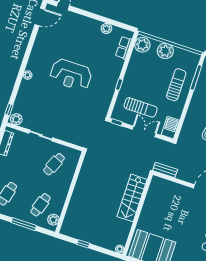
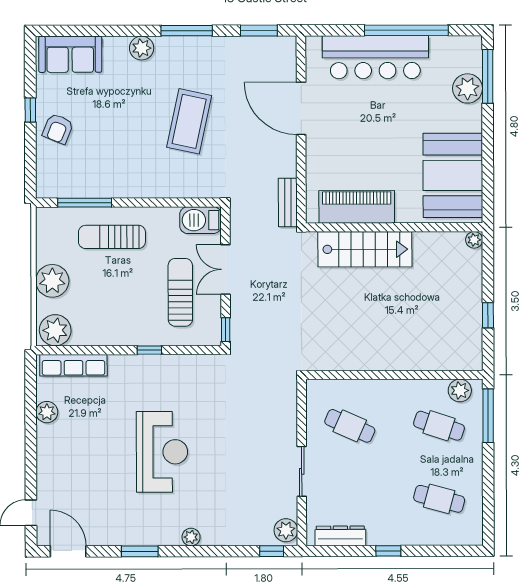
row of seats: (124, 48) -> (73, 365), width x1.48
window: (29, 50) -> (140, 551), added
piano: (153, 201) -> (357, 207), added
window: (24, 224) -> (488, 416), moved

